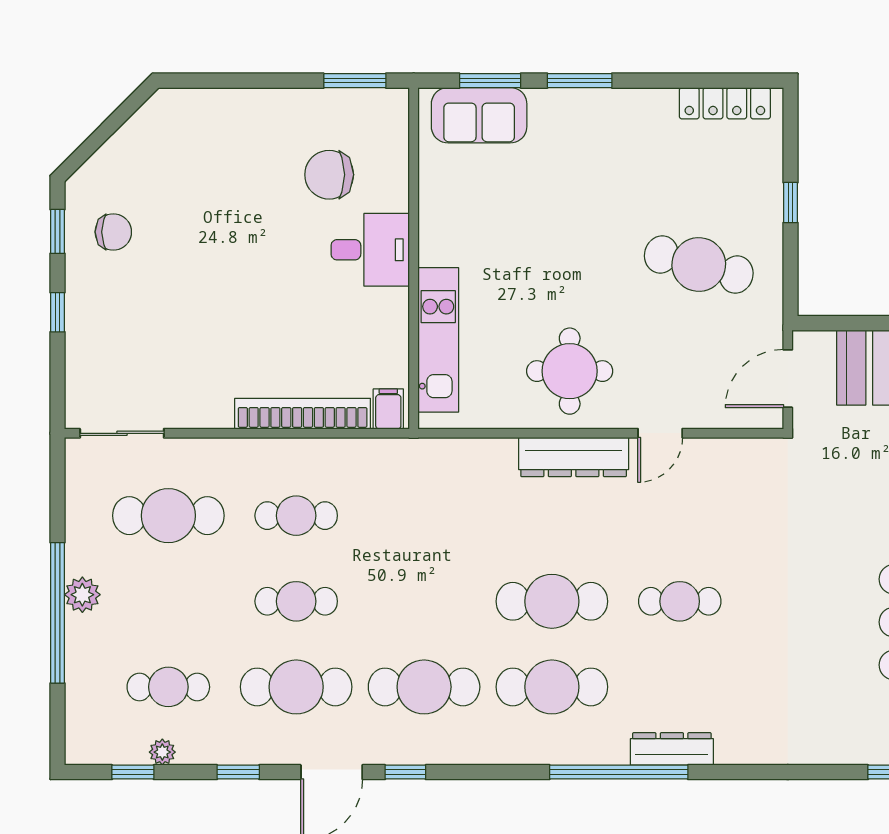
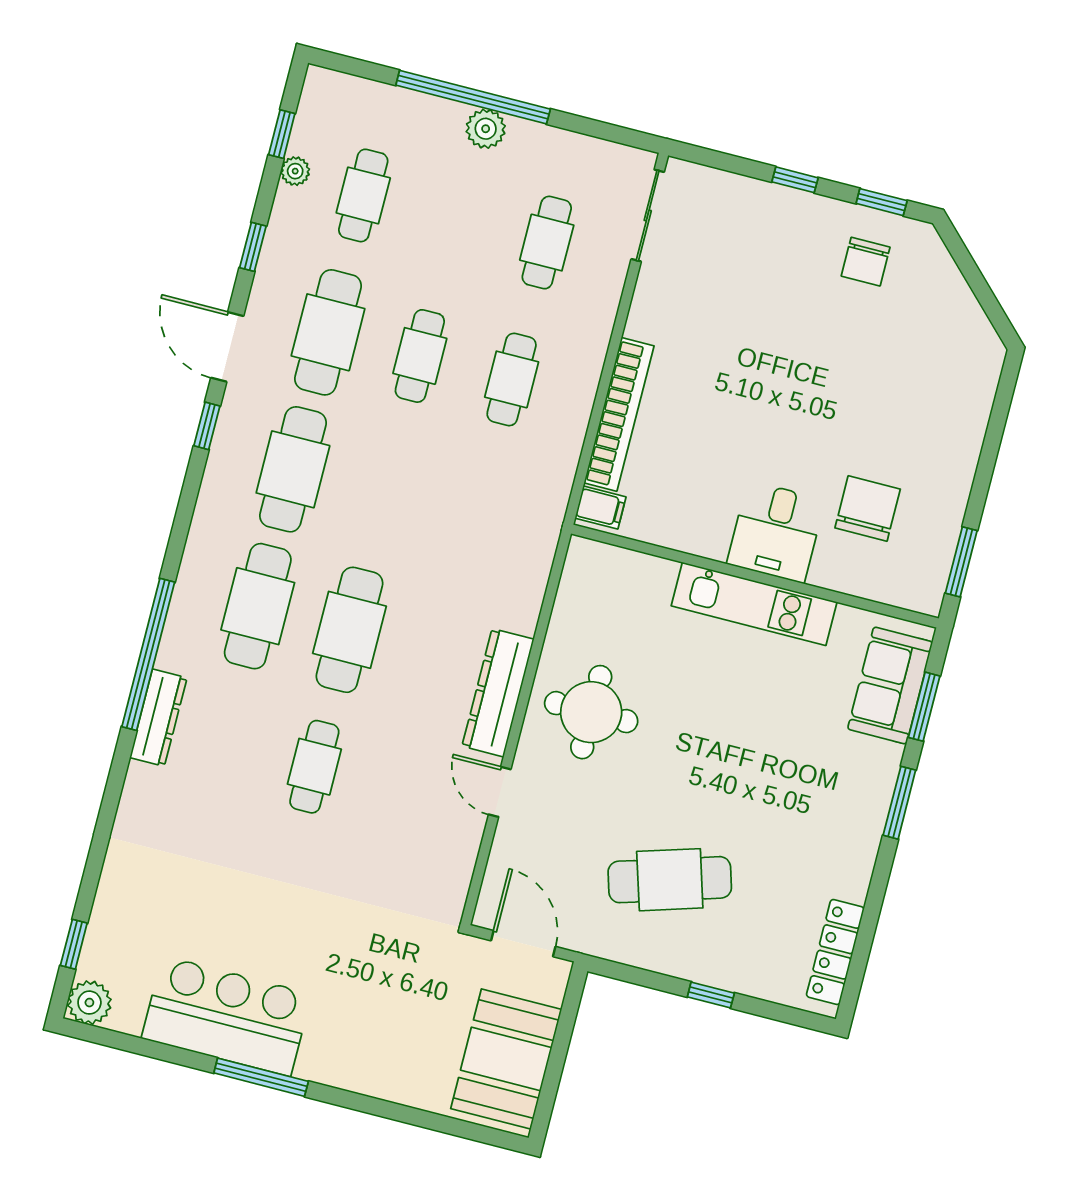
cafe table: (699, 265) -> (670, 880), turned 58
kitchen unit: (438, 340) -> (754, 604), moved
cafe table: (168, 516) -> (547, 243), width x0.73, depth x0.74

